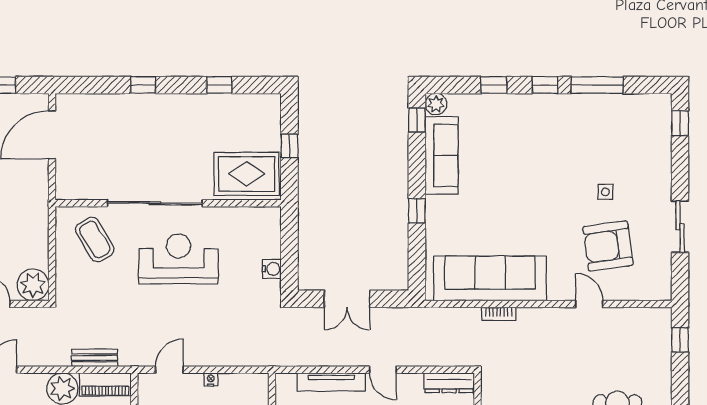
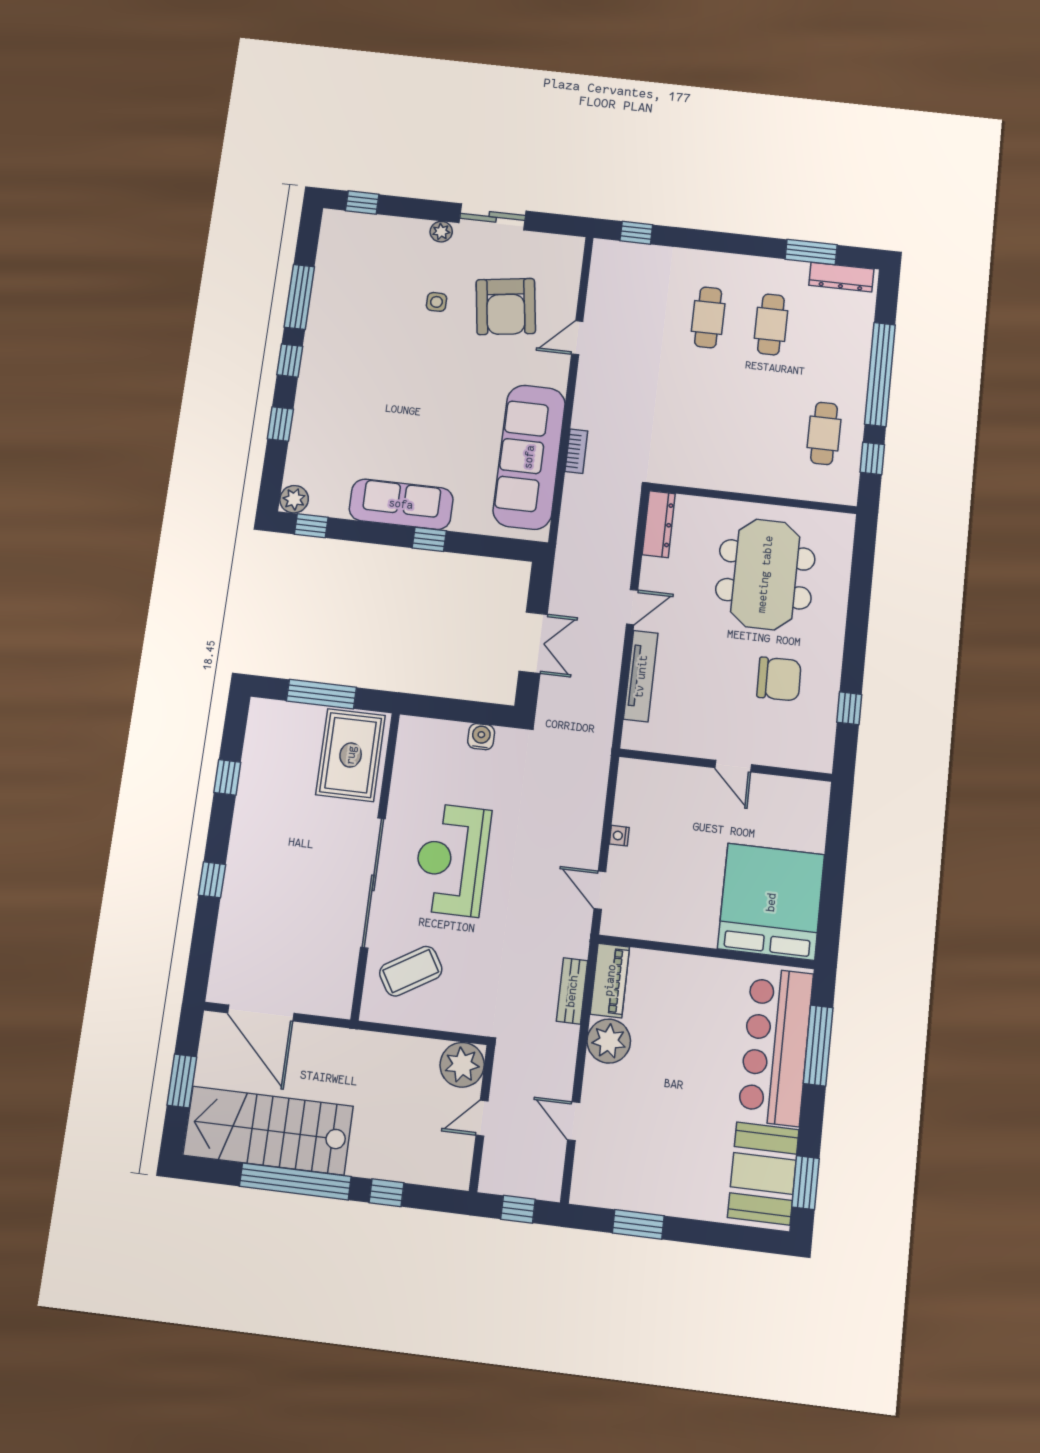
window: (289, 146) -> (321, 694), width x2.17
sofa: (442, 155) -> (401, 504), moved
plant: (663, 188) -> (441, 232), added

